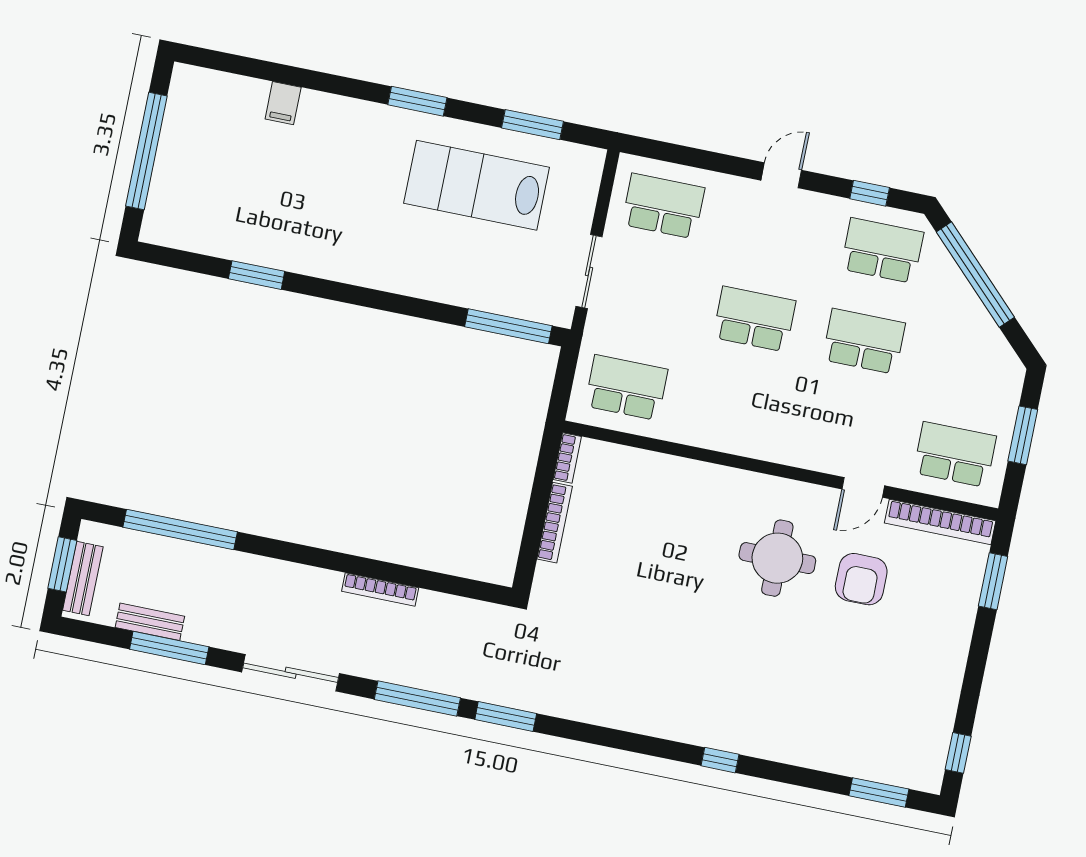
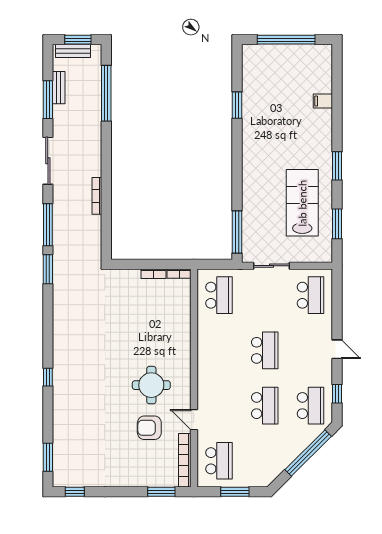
bookcase: (555, 523) -> (154, 274), width x0.64

